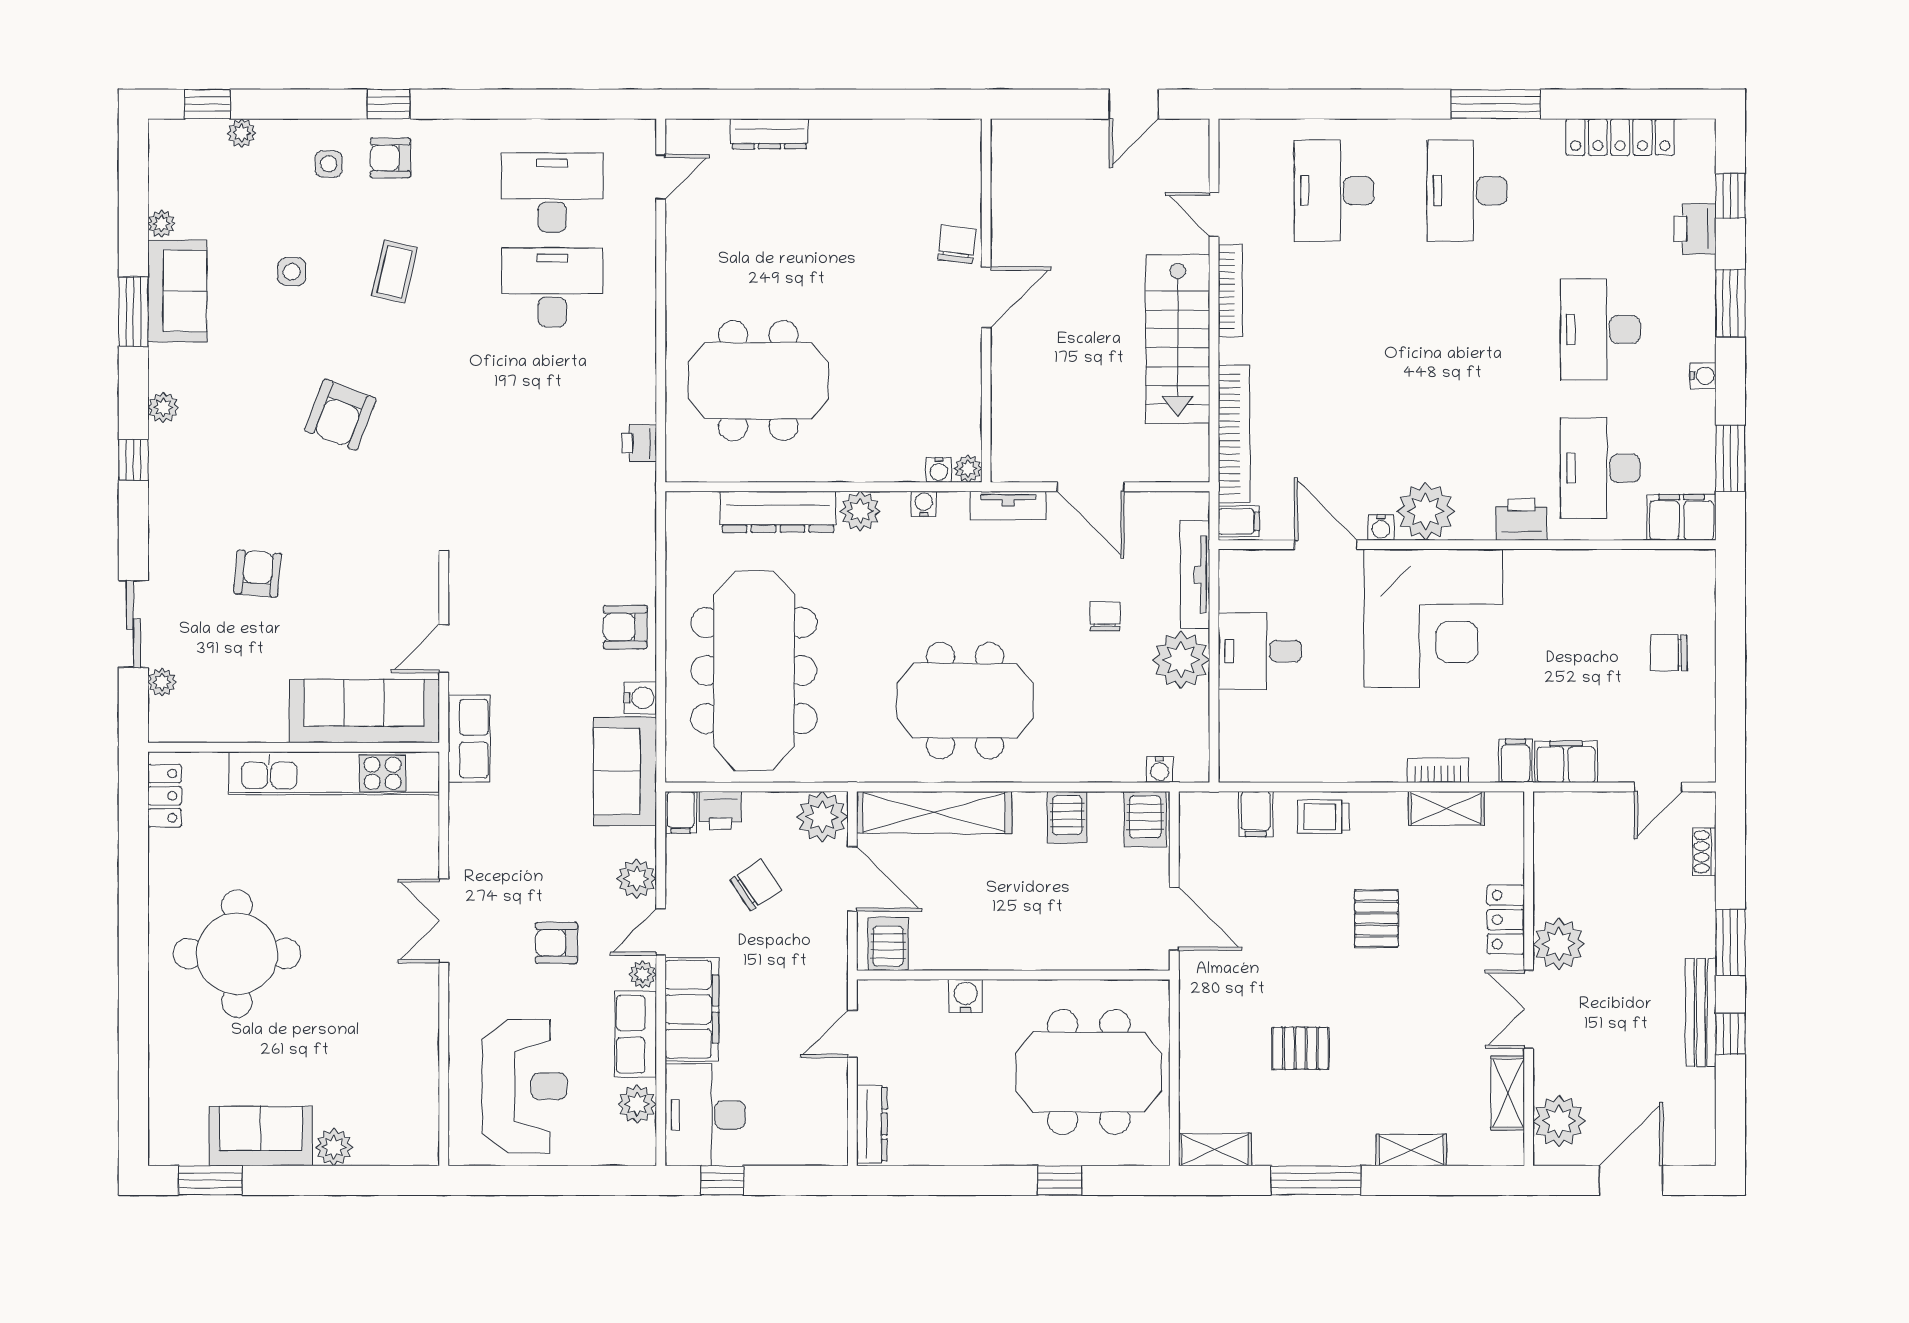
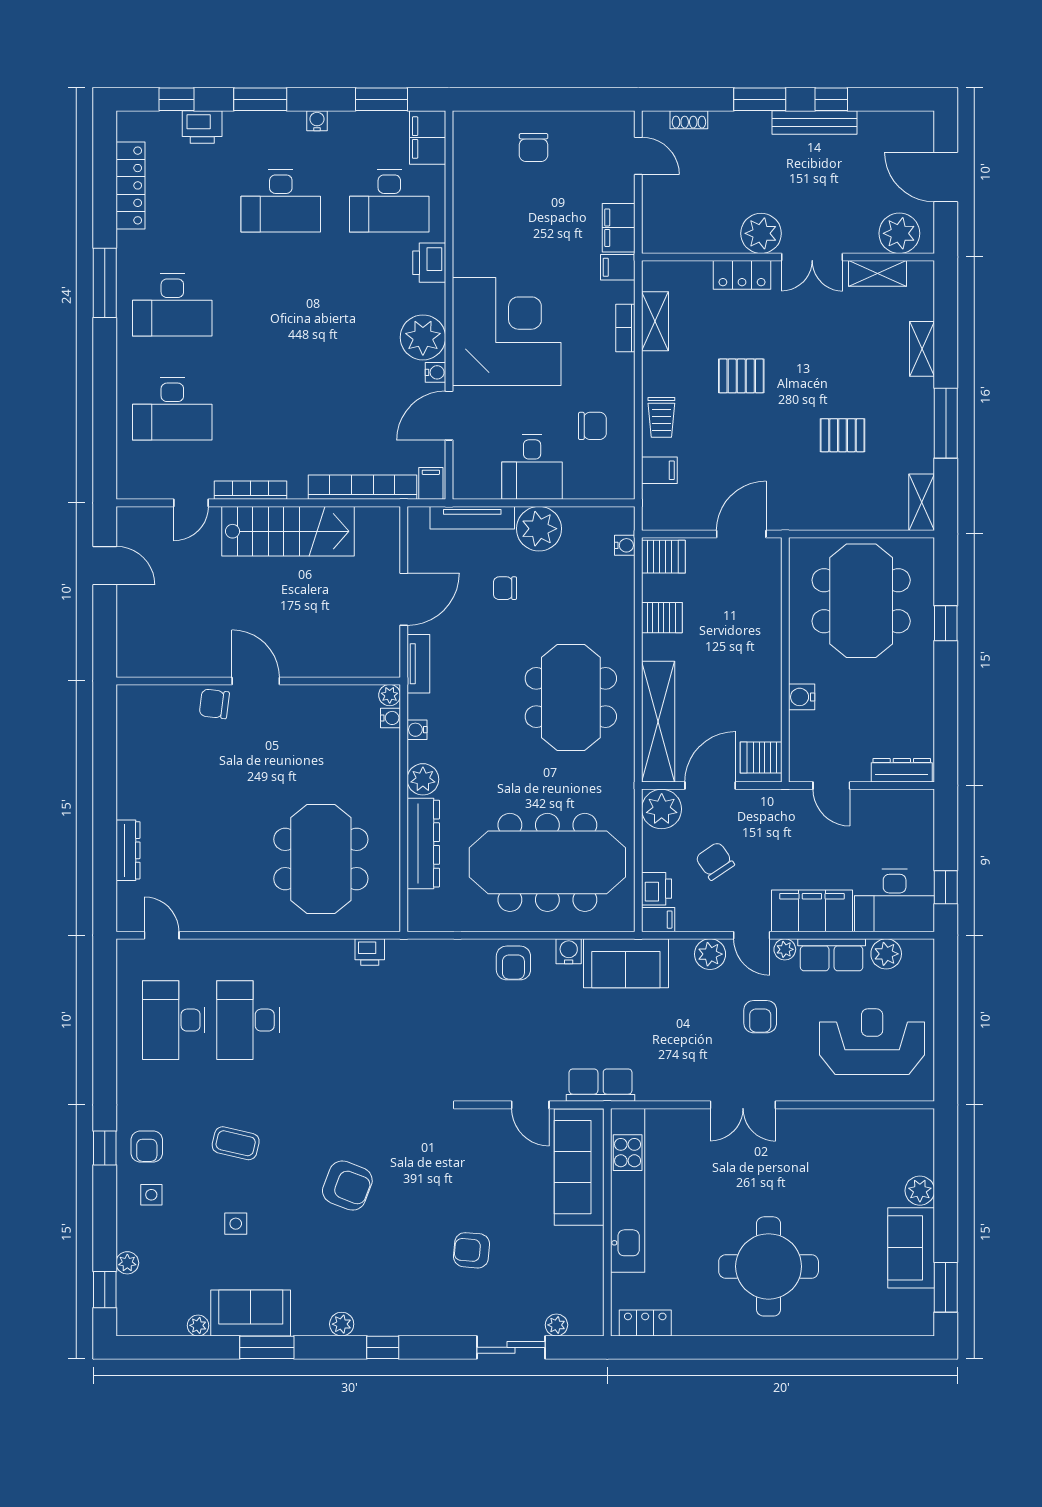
chair: (1312, 728) -> (592, 426), added
pallet: (1301, 1048) -> (843, 435), turned 90

